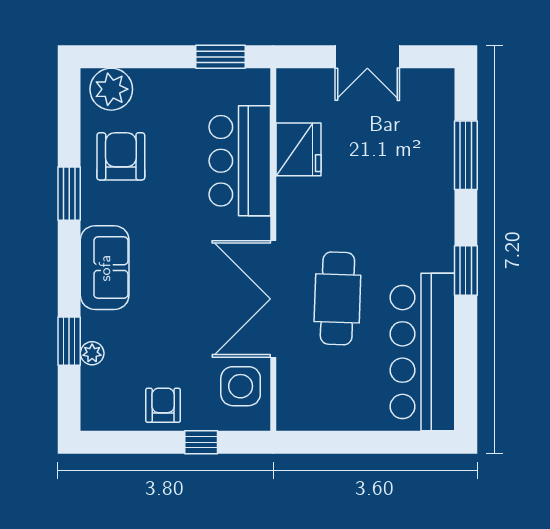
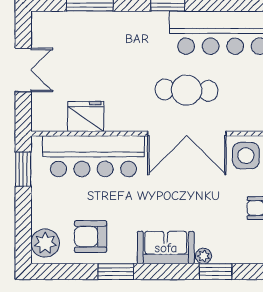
bar counter: (240, 161) -> (94, 156), width x1.36
plant: (92, 353) -> (204, 256), moved

